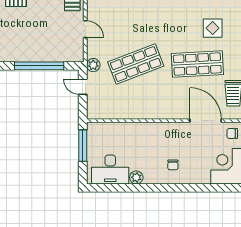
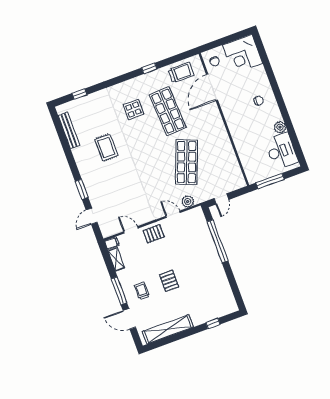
door: (85, 29) -> (173, 214), hinge flipped
shop shelf: (136, 64) -> (187, 162), turned 42
plant: (93, 65) -> (188, 201), moved

